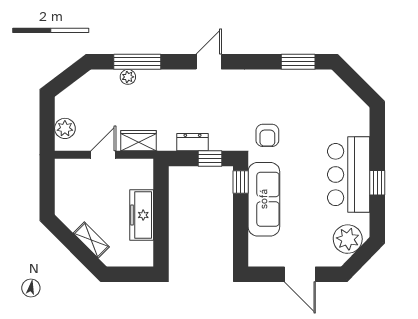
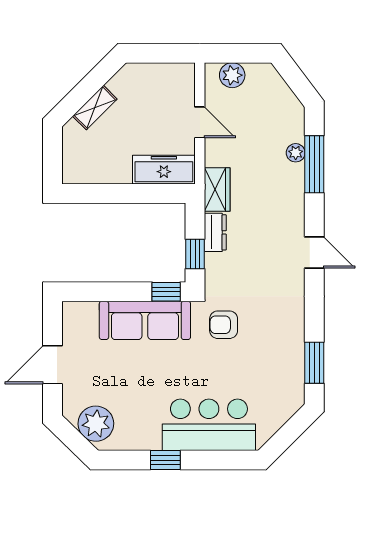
wardrobe: (139, 141) -> (217, 189), moved
bar counter: (349, 175) -> (209, 425), moved
freezer: (142, 215) -> (164, 170), moved

